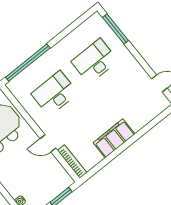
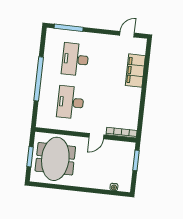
window: (28, 63) -> (39, 79), moved
filing cabinet: (114, 138) -> (135, 71), moved

